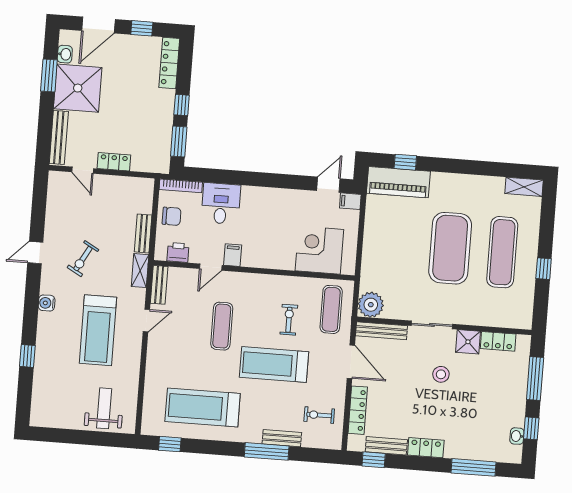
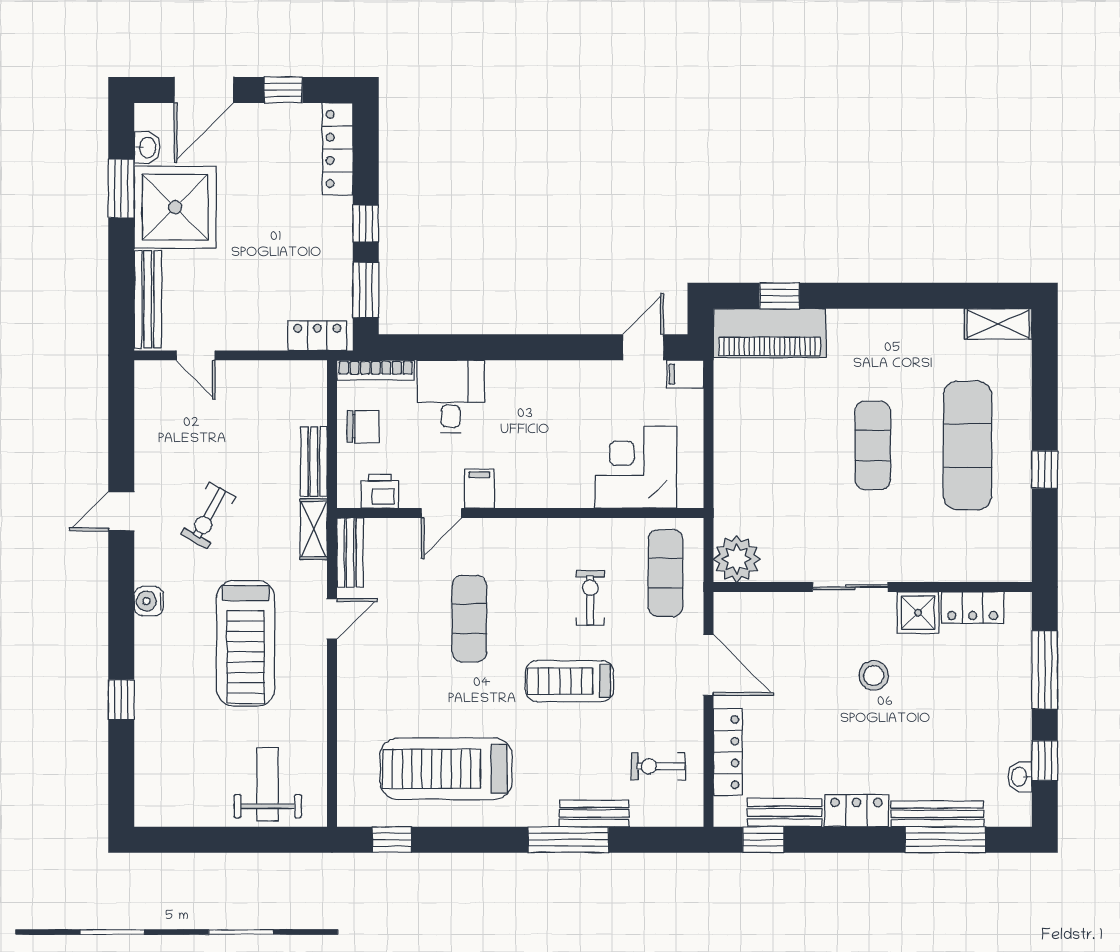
locker: (114, 162) -> (317, 336), moved
exercise mat: (450, 248) -> (873, 445), width x0.50, depth x0.69
bench: (381, 331) -> (937, 814), moved
treadmill: (274, 365) -> (570, 681), width x0.73, depth x0.73

